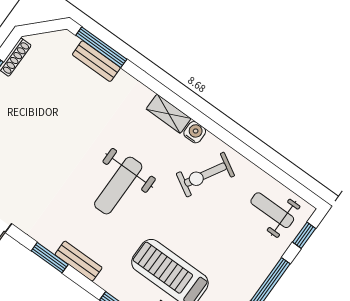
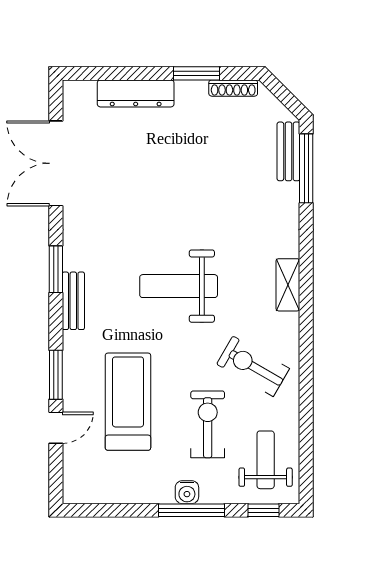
bench: (96, 61) -> (288, 151), moved
water cooler: (195, 132) -> (187, 492), moved, turned 90
exercise bike: (222, 231) -> (208, 424), added

